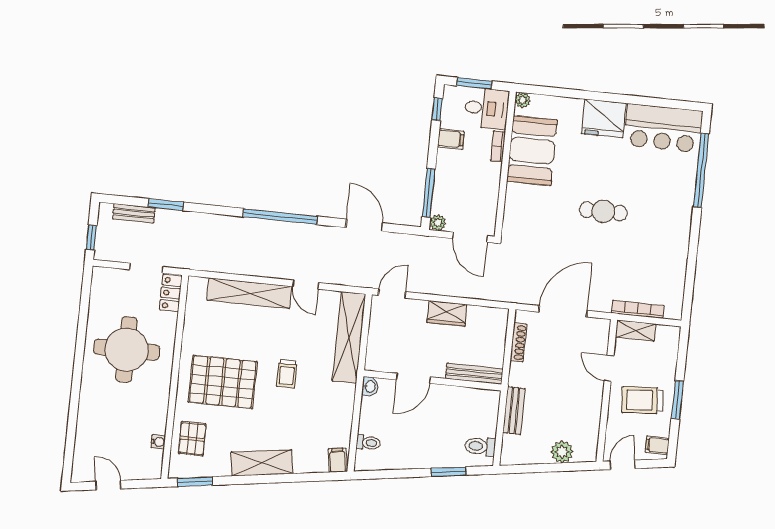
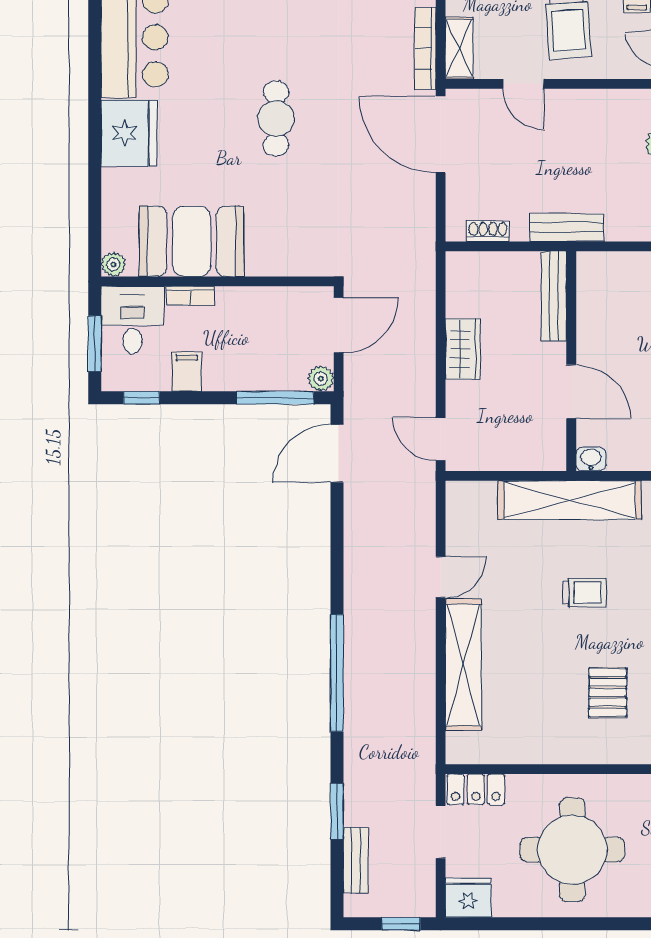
window: (280, 217) -> (337, 673), moved
door: (364, 225) -> (337, 453), moved
fridge: (103, 281) -> (468, 898), added
door: (563, 311) -> (441, 134), moved
shelving: (349, 337) -> (570, 500), moved
shoe rack: (518, 342) -> (488, 231), width x0.70
door: (609, 368) -> (523, 84), hinge flipped
pallet: (223, 382) -> (608, 692), width x0.49, depth x0.50
bench: (514, 411) -> (567, 227), moved

